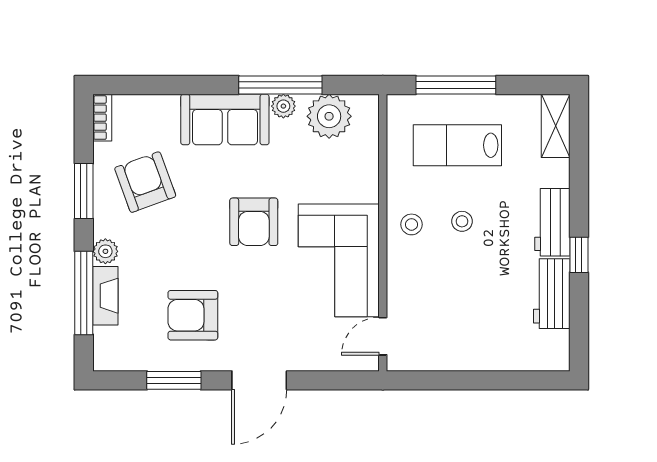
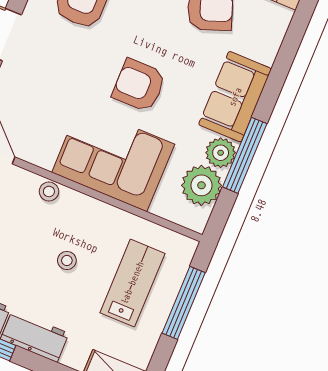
plant: (283, 106) -> (221, 153), width x1.38, depth x1.38
stool: (412, 224) -> (49, 191), moved
corner sofa: (339, 260) -> (113, 158), moved

